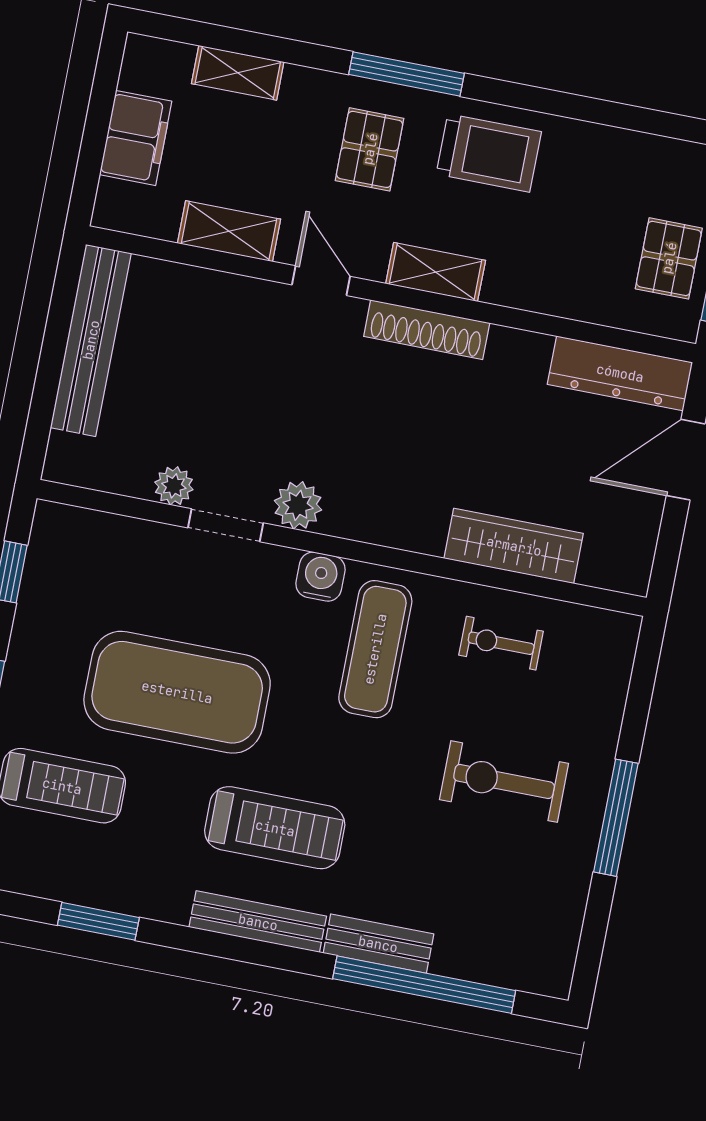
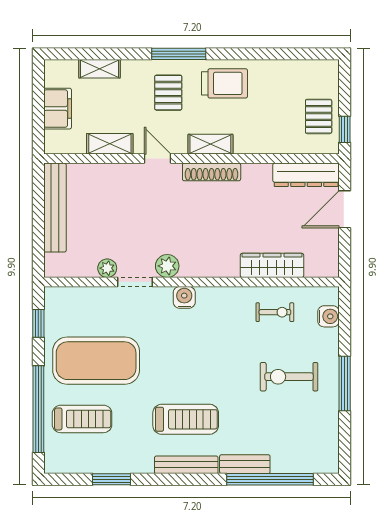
exercise bike: (501, 643) -> (275, 312), turned 180
exercise mat: (375, 649) -> (217, 326), removed
water cooler: (609, 673) -> (329, 316), added
exercise mat: (177, 692) -> (96, 361), moved

